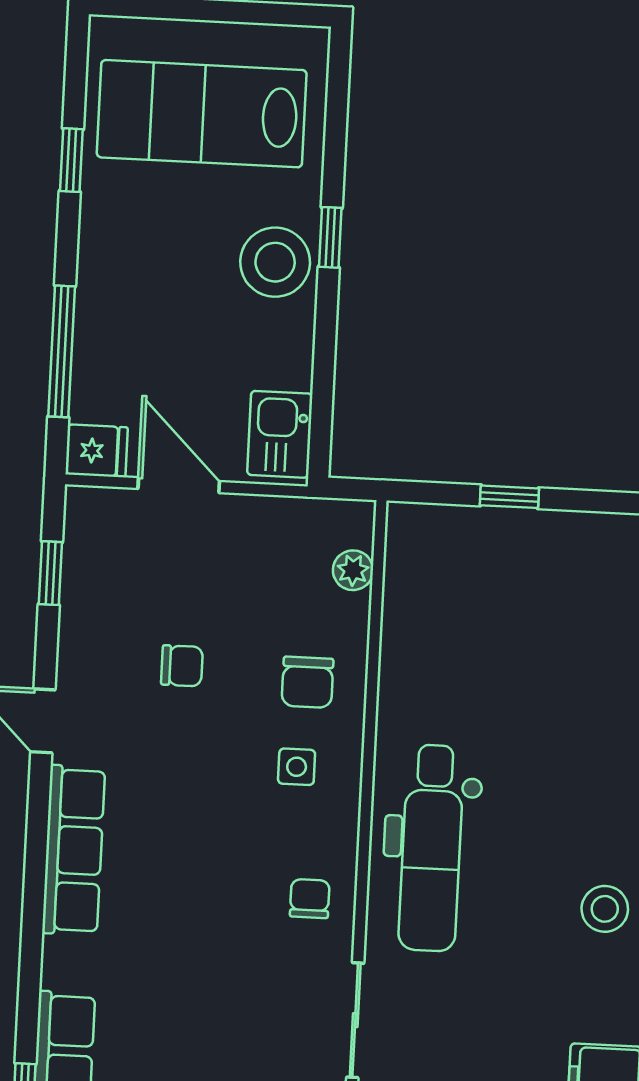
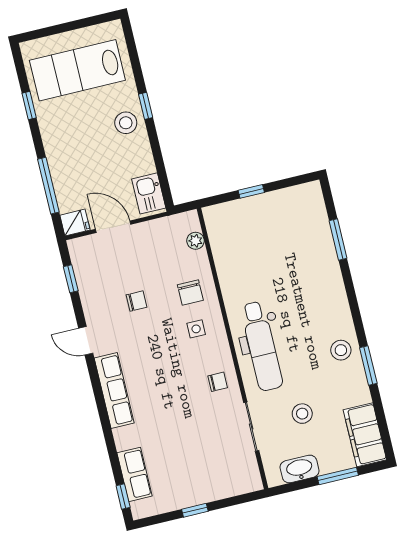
stool: (275, 262) -> (126, 123), width x0.73, depth x0.73
chair: (310, 899) -> (218, 382), turned 90
stool: (477, 1025) -> (302, 414), added

